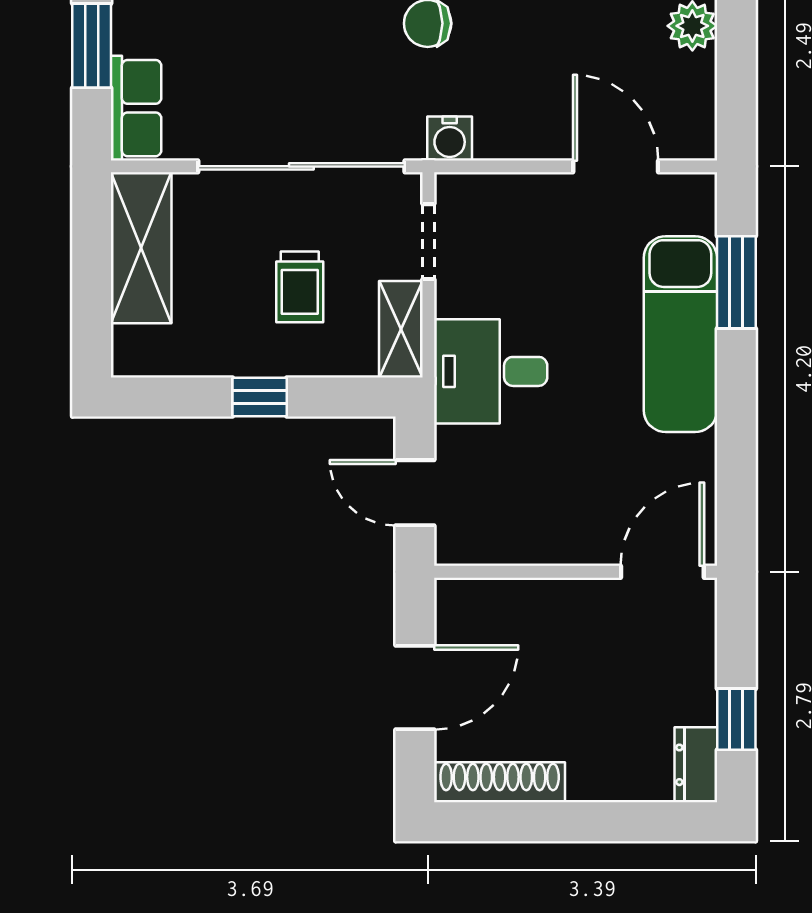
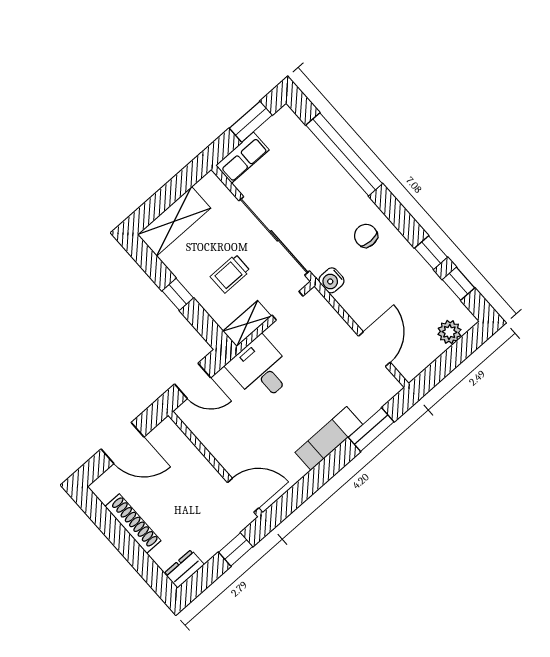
shelving: (141, 248) -> (174, 221), moved
exam couch: (680, 334) -> (329, 438), width x0.73, depth x0.69
door: (415, 493) -> (193, 381), swing flipped
window: (736, 719) -> (236, 549), moved
shoe rack: (500, 782) -> (133, 524), moved

